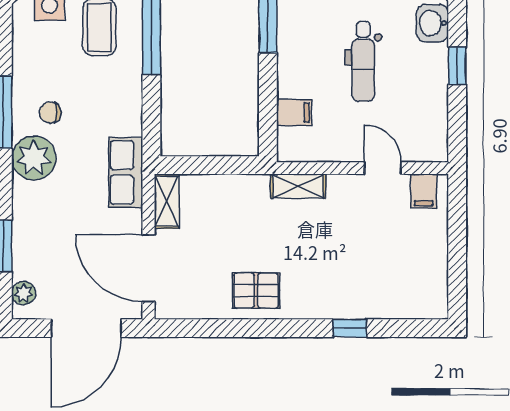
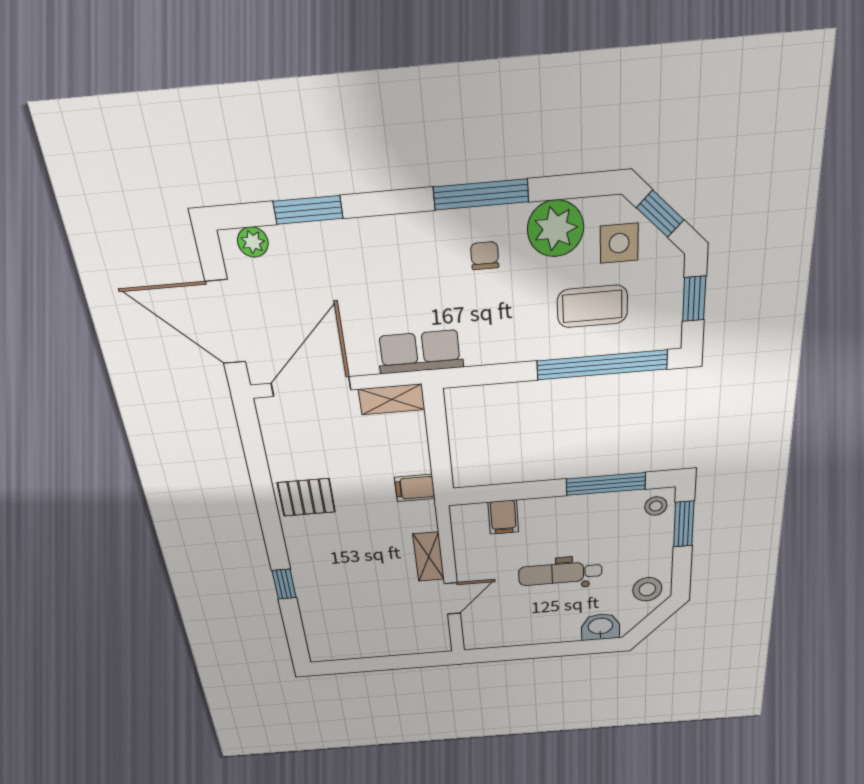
window: (457, 66) -> (559, 649), removed
plant: (34, 158) -> (556, 229), moved
shelving: (298, 186) -> (429, 557), moved
filing cabinet: (424, 191) -> (415, 488), moved
pallet: (256, 291) -> (306, 497), turned 90

